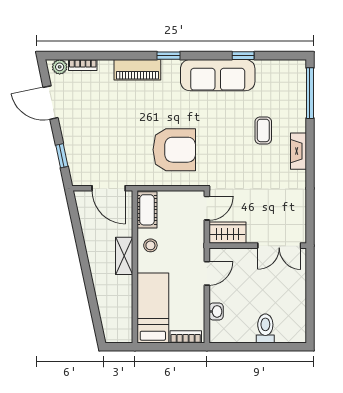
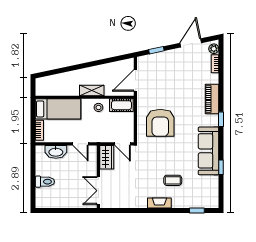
window: (310, 93) -> (197, 210), width x0.46
washbasin: (216, 311) -> (56, 152), width x1.91, depth x1.45

